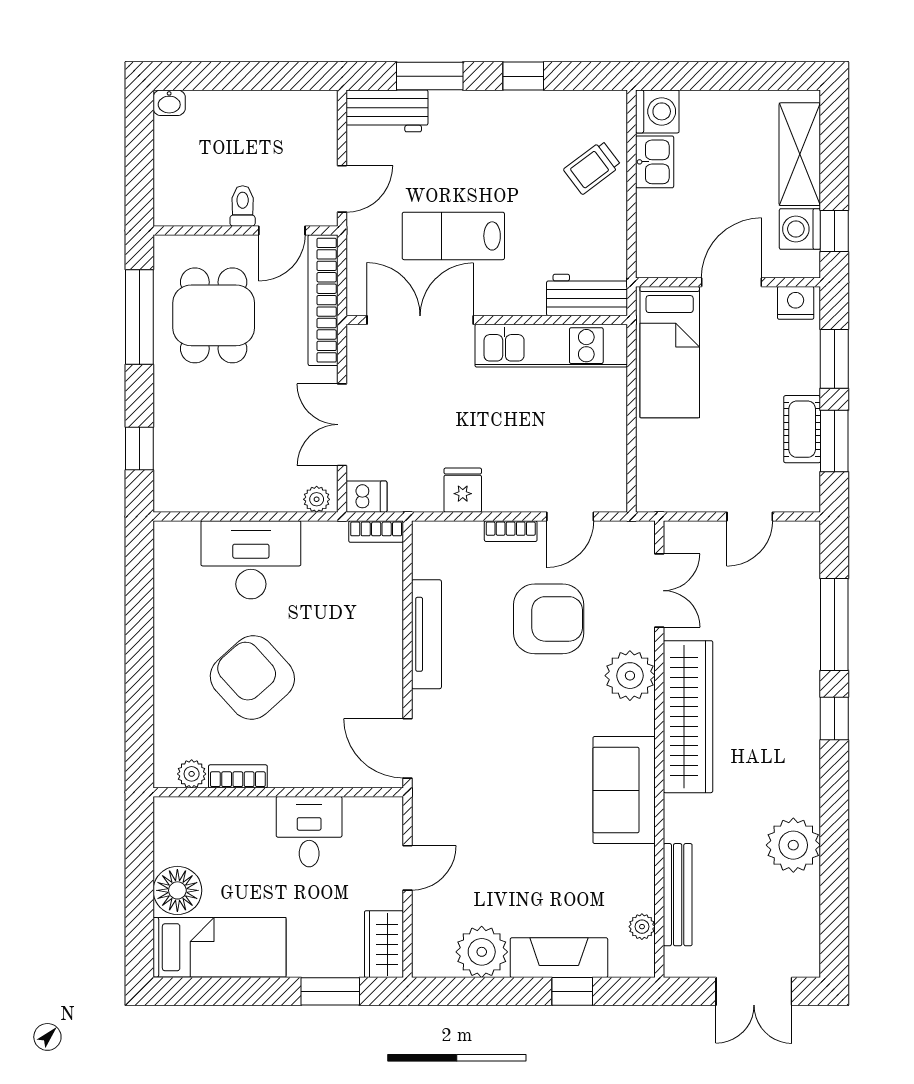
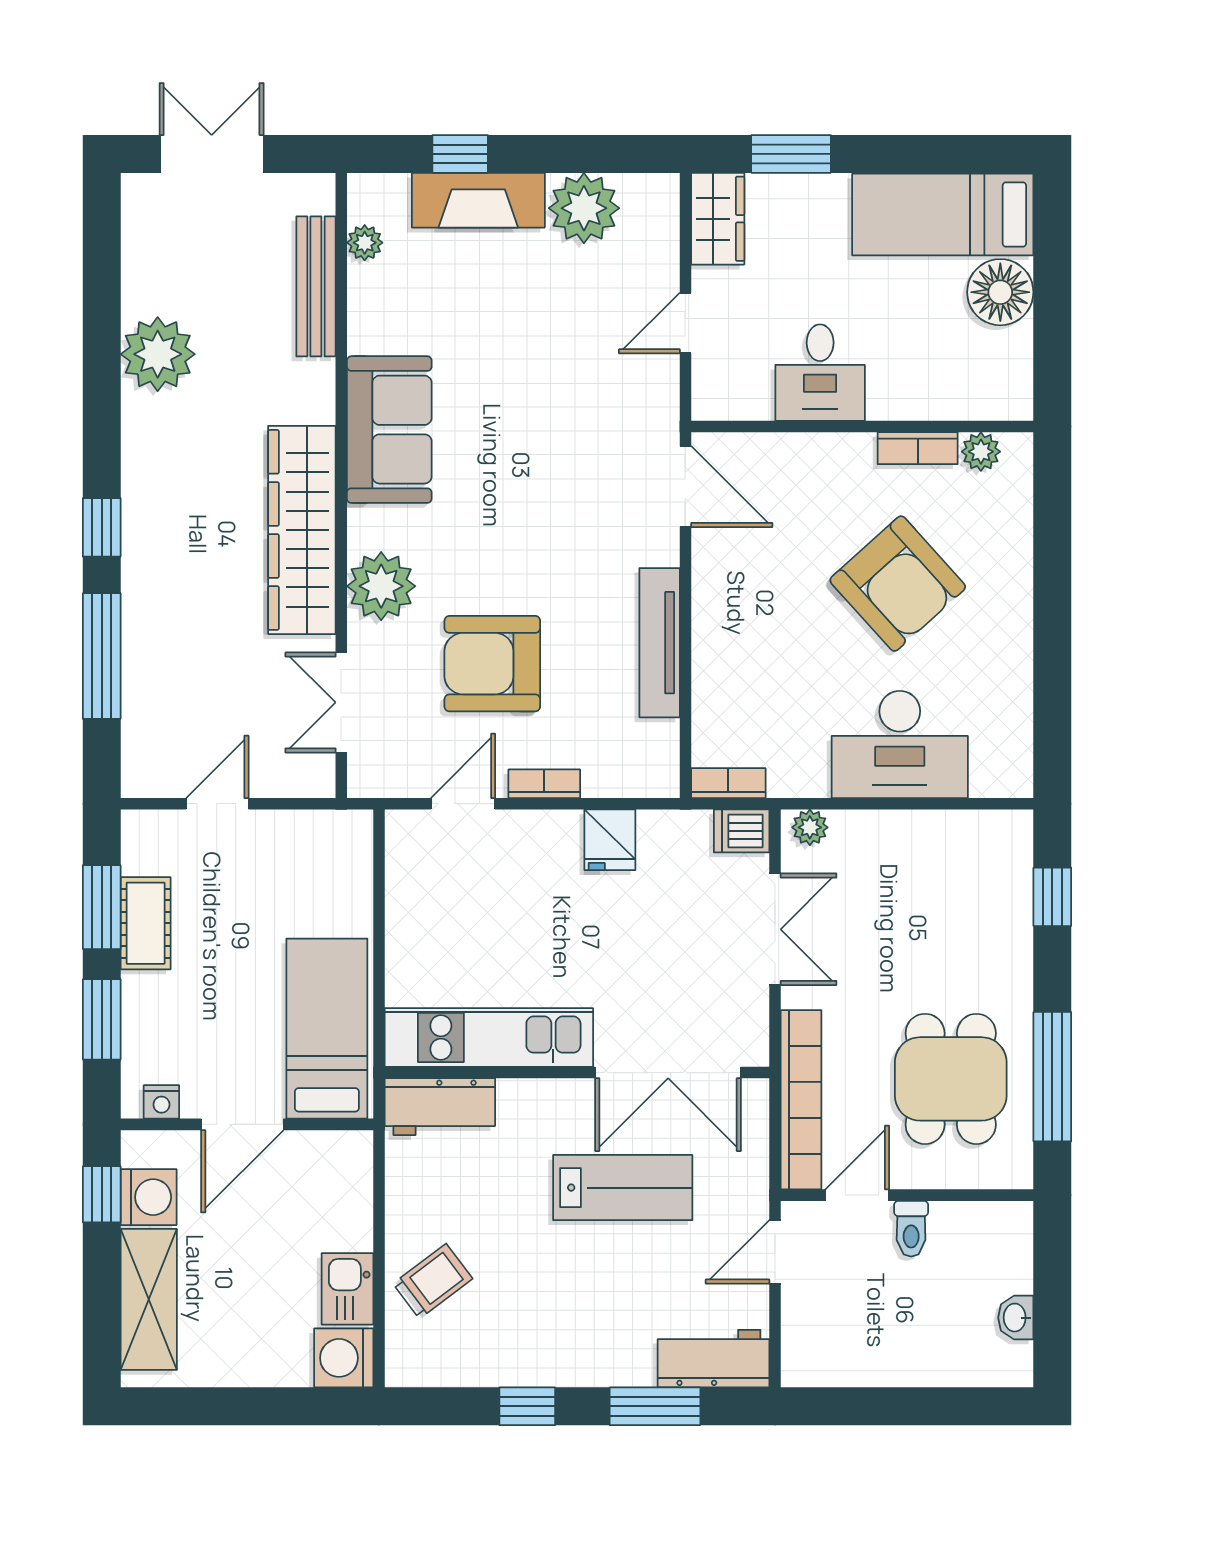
washbasin: (169, 103) -> (1016, 1318), moved, turned -90
nightstand: (796, 303) -> (161, 1102), width x0.72, depth x0.74

